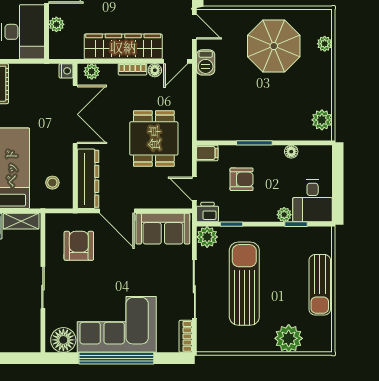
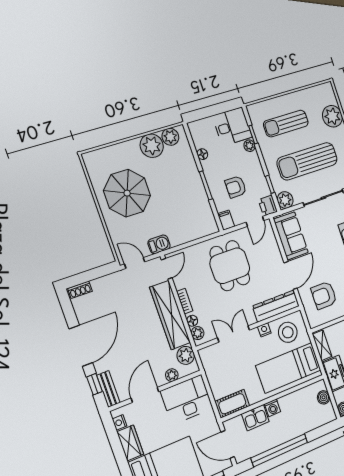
door: (194, 27) -> (135, 263), hinge flipped
plant: (325, 44) -> (152, 146), moved, width x1.88, depth x1.88
plant: (72, 48) -> (186, 355), added
door: (176, 61) -> (167, 269), hinge flipped
floor lamp: (155, 70) -> (192, 321), moved
nightstand: (66, 71) -> (264, 330), moved
double door: (75, 114) -> (234, 334), width x0.73
dining table: (154, 138) -> (230, 266), turned 90
armchair: (242, 179) -> (236, 187), turned -90
stool: (52, 183) -> (288, 332), width x1.89, depth x1.89
sun lounger: (320, 285) -> (286, 124), moved, turned 180

